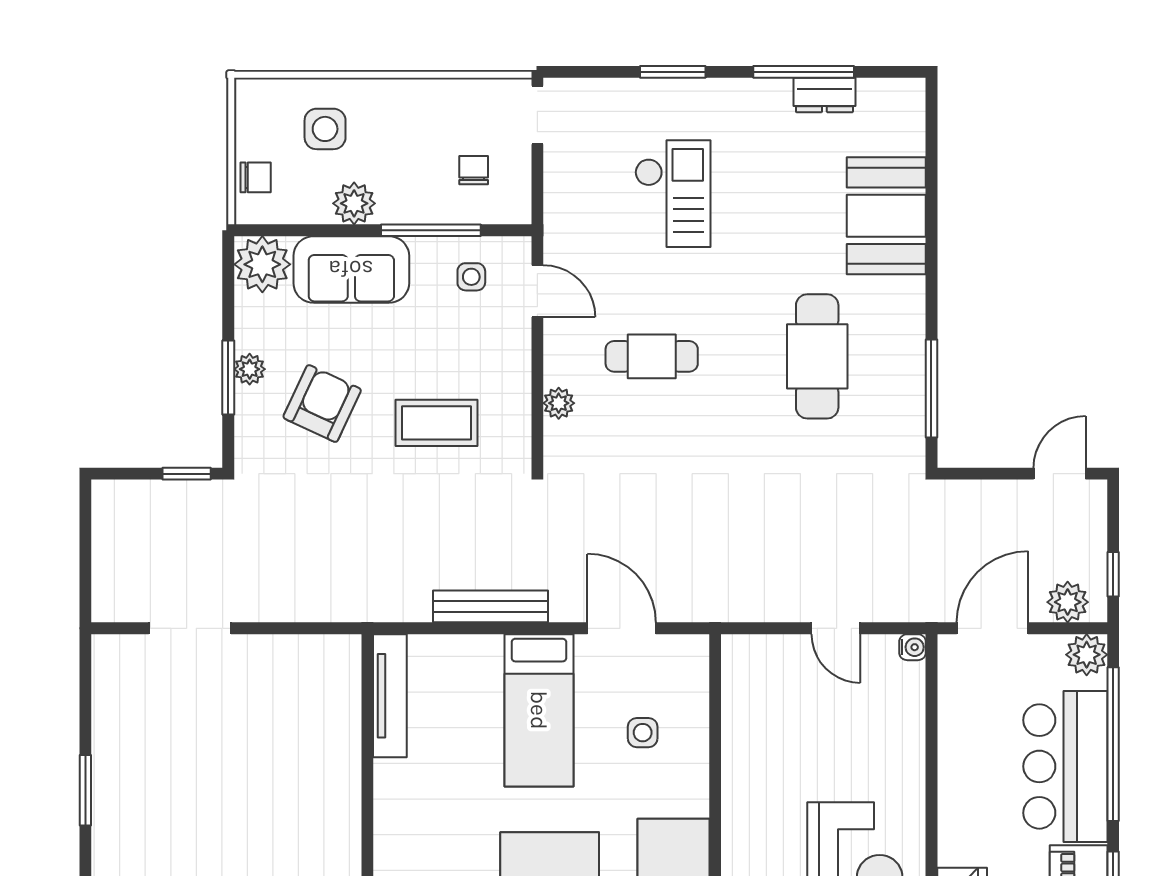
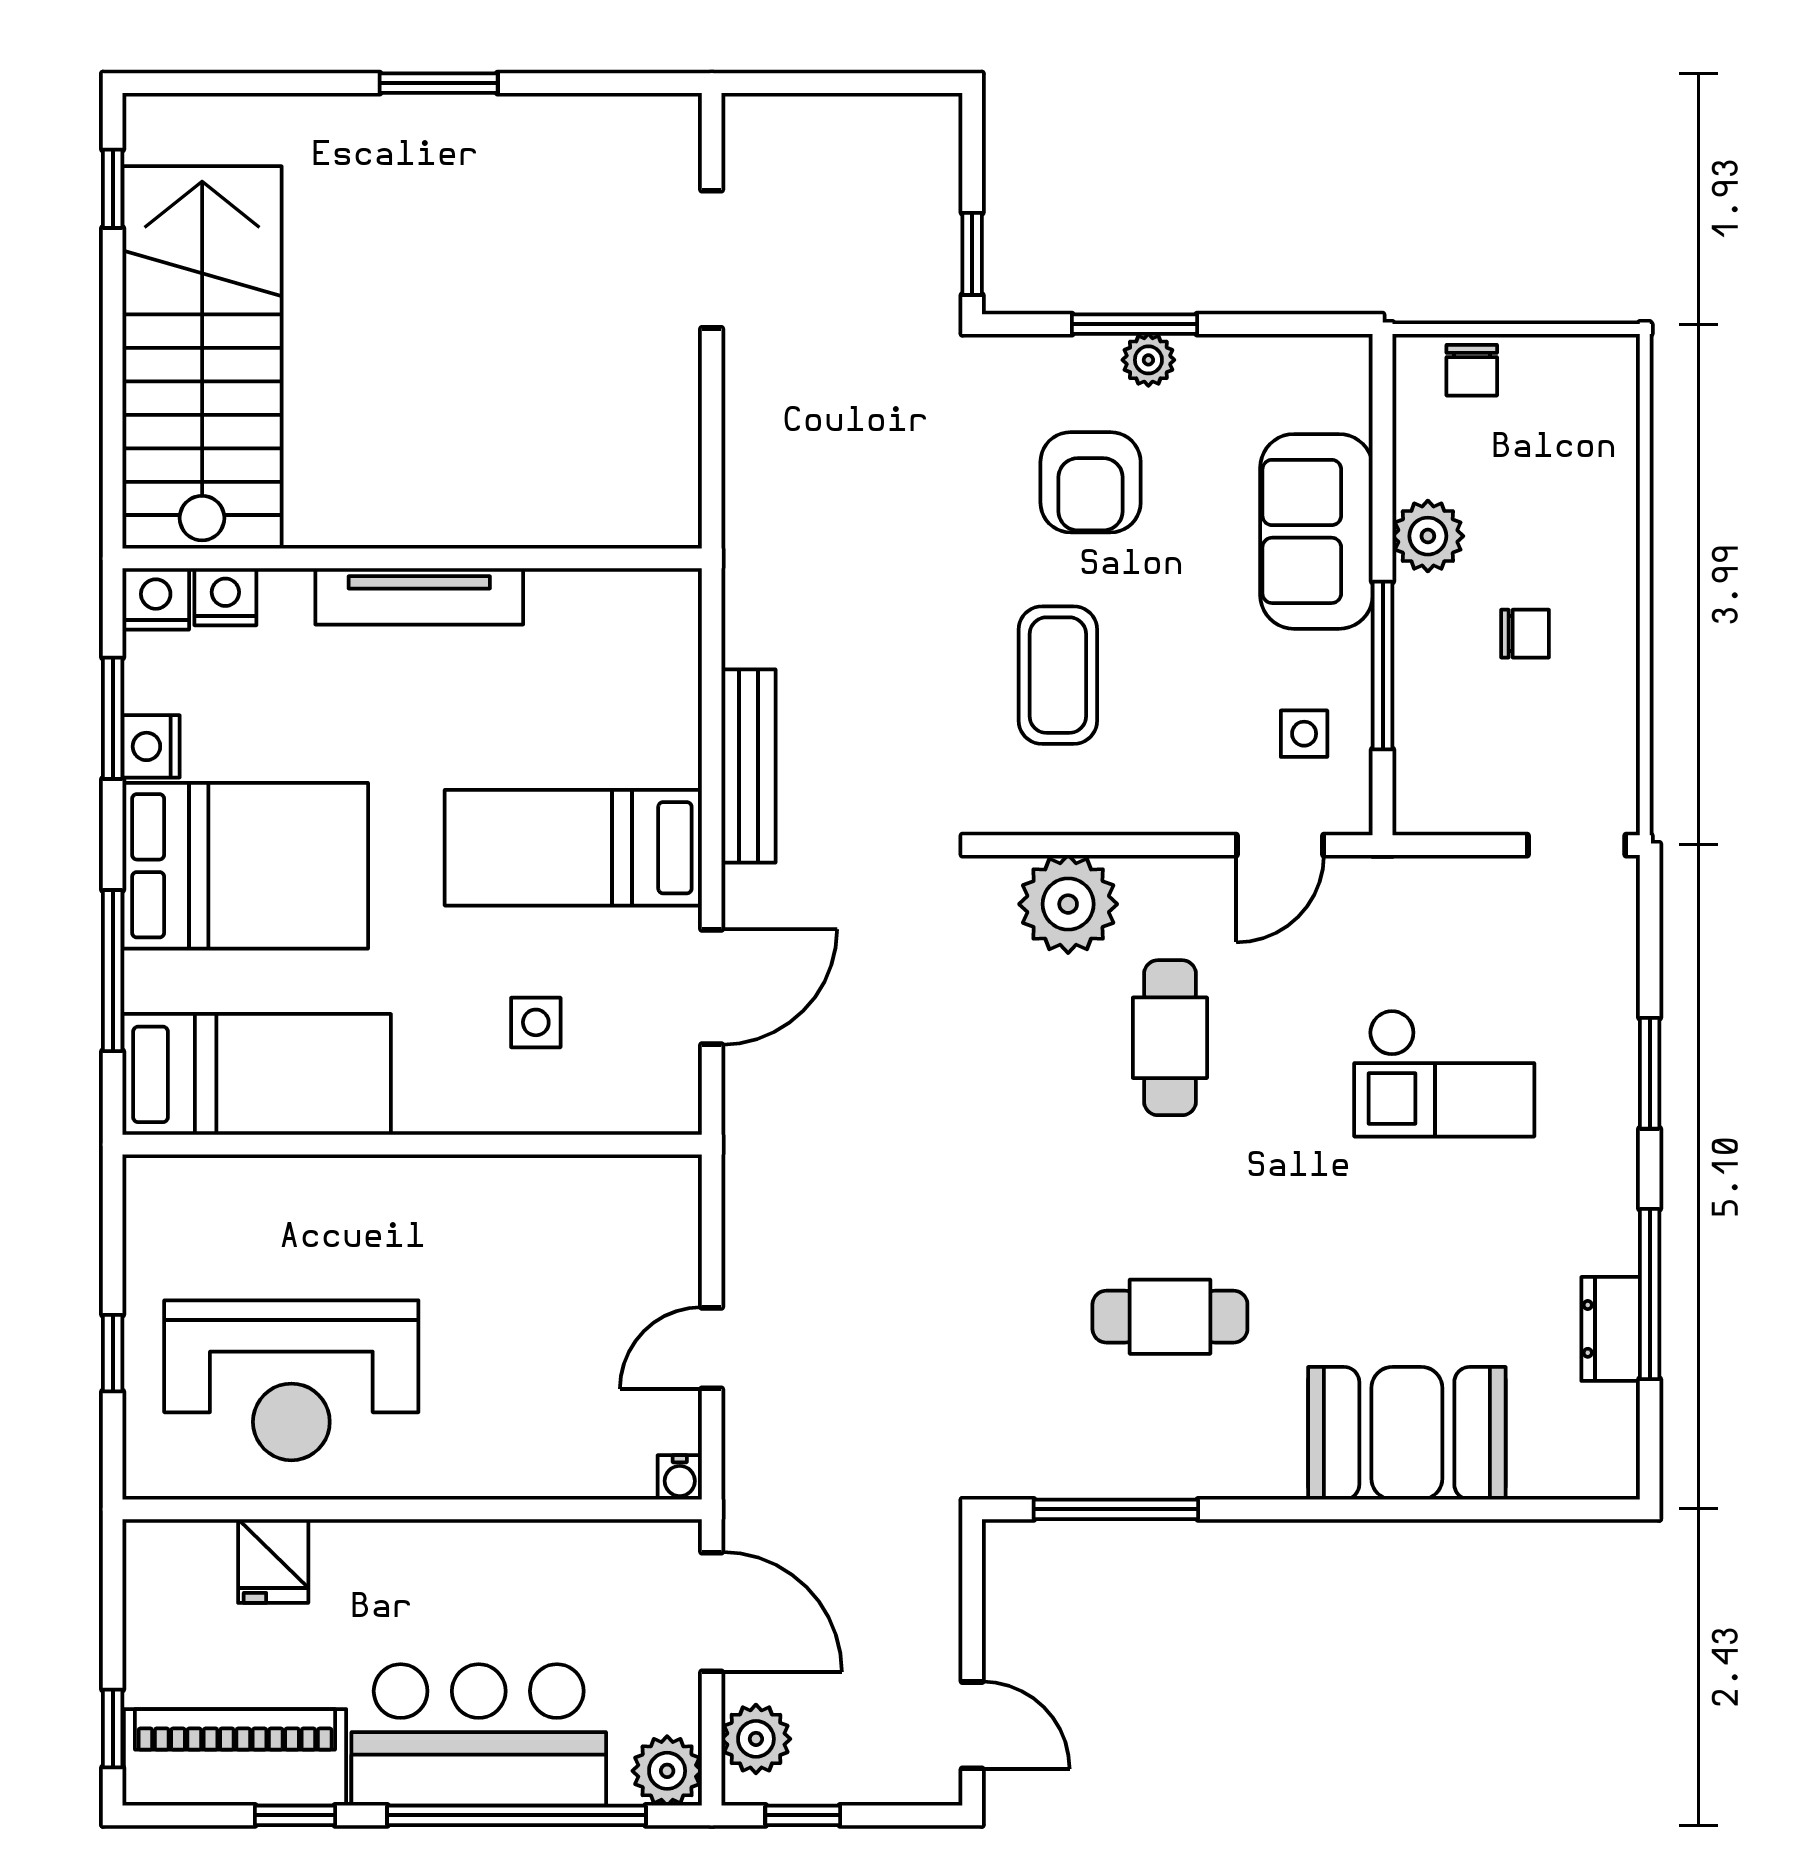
side table: (325, 129) -> (1553, 487), removed
chair: (474, 170) -> (1525, 634), moved
plant: (262, 264) -> (1325, 381), removed
cafe table: (817, 356) -> (1170, 1317), width x0.73, depth x0.74
plant: (559, 403) -> (1068, 904), width x1.87, depth x1.87
armchair: (322, 404) -> (1091, 482), turned 65
tv unit: (390, 696) -> (419, 596), moved

